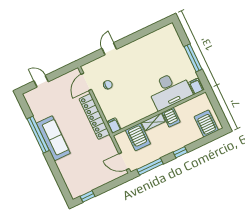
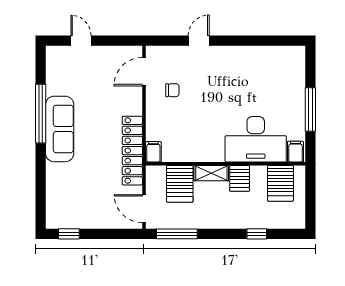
locker: (94, 116) -> (132, 151), moved
server rack: (206, 124) -> (281, 183), moved, turned 180
window: (180, 152) -> (257, 234), moved

